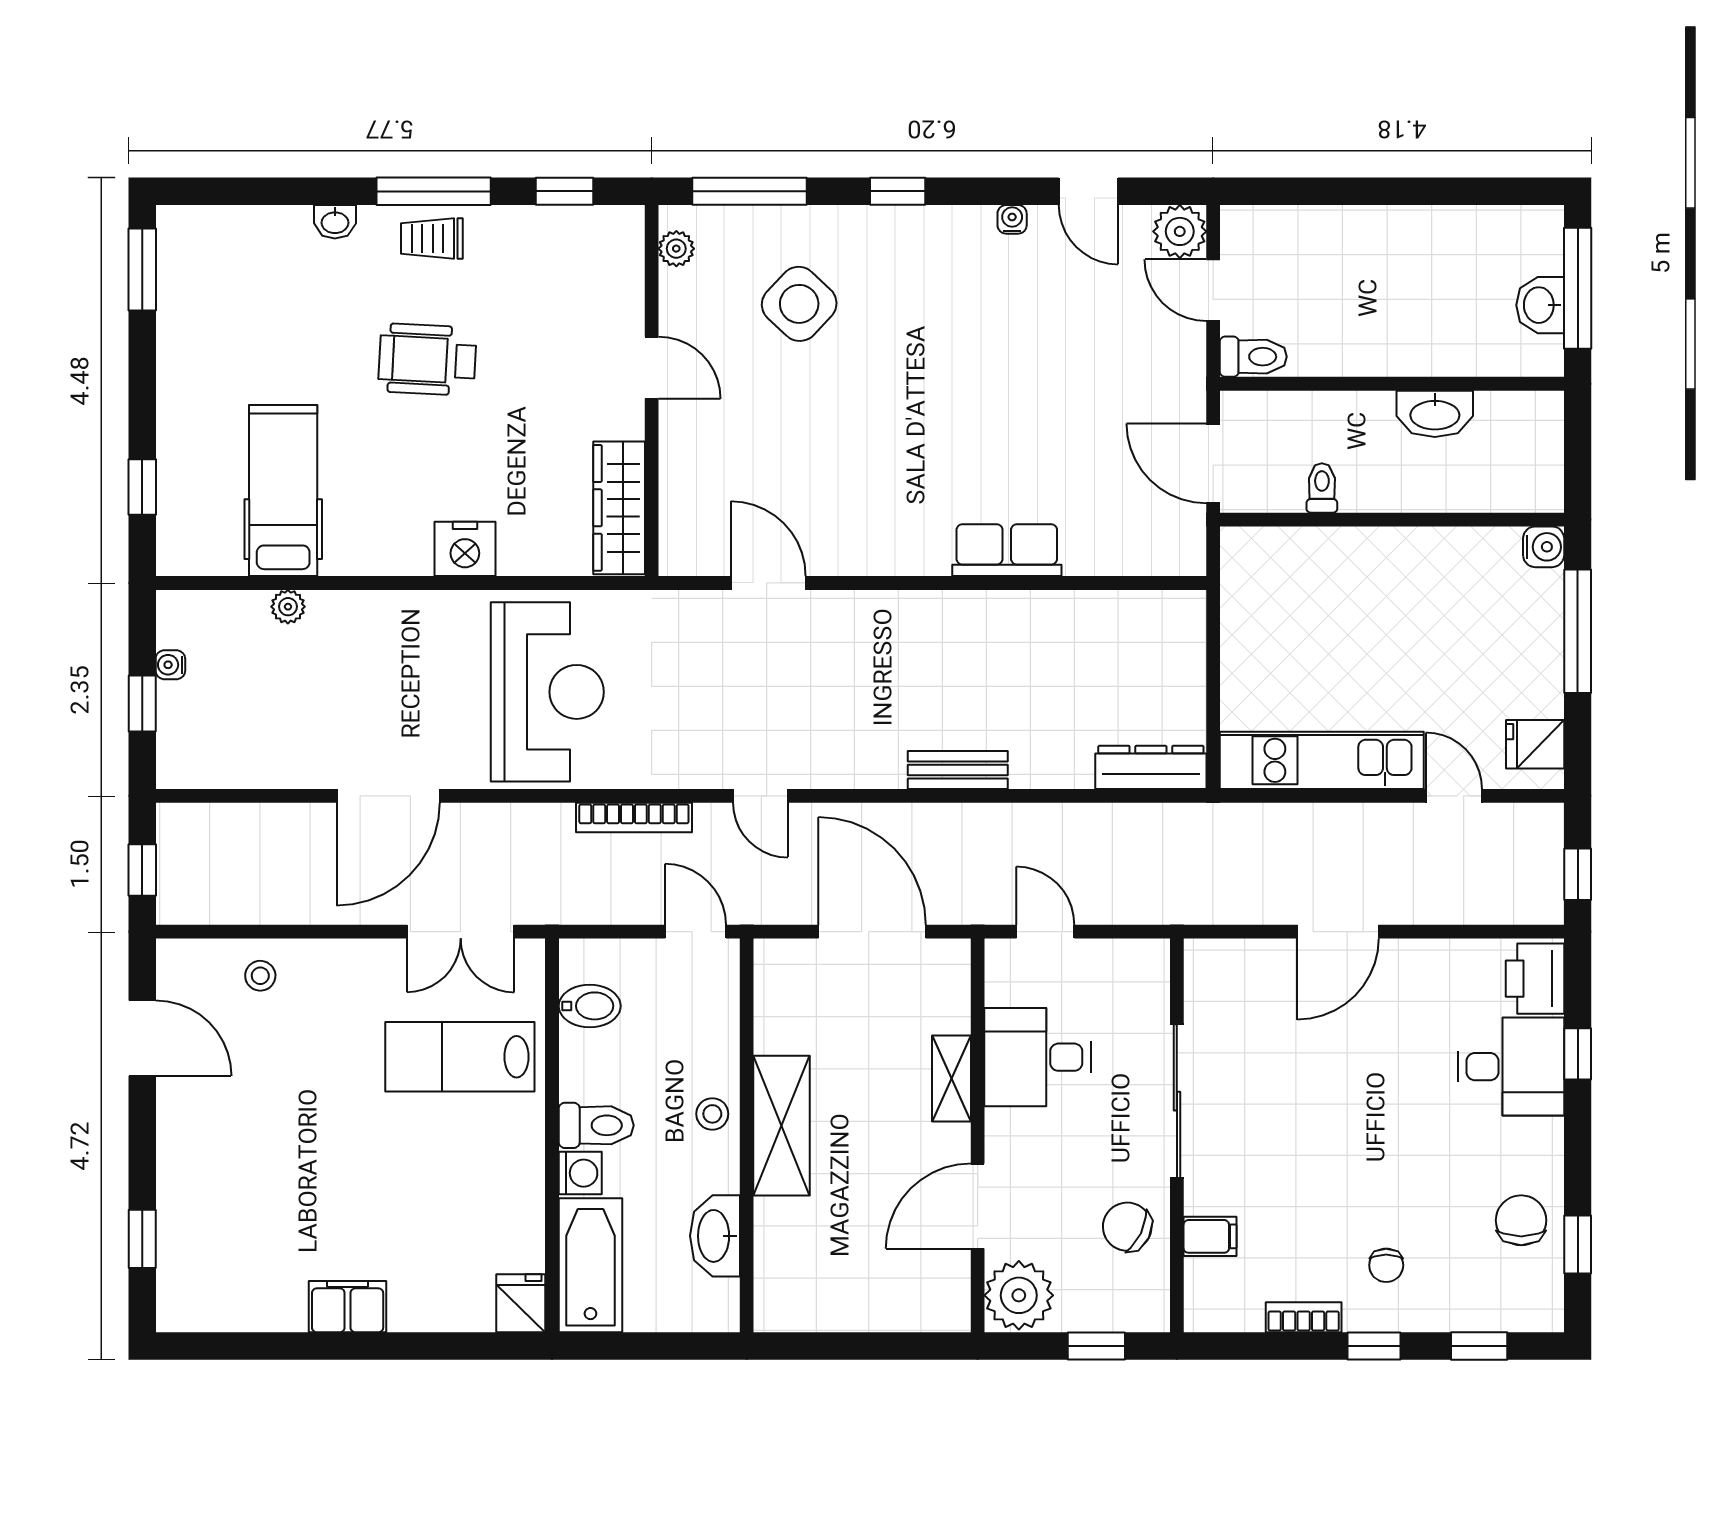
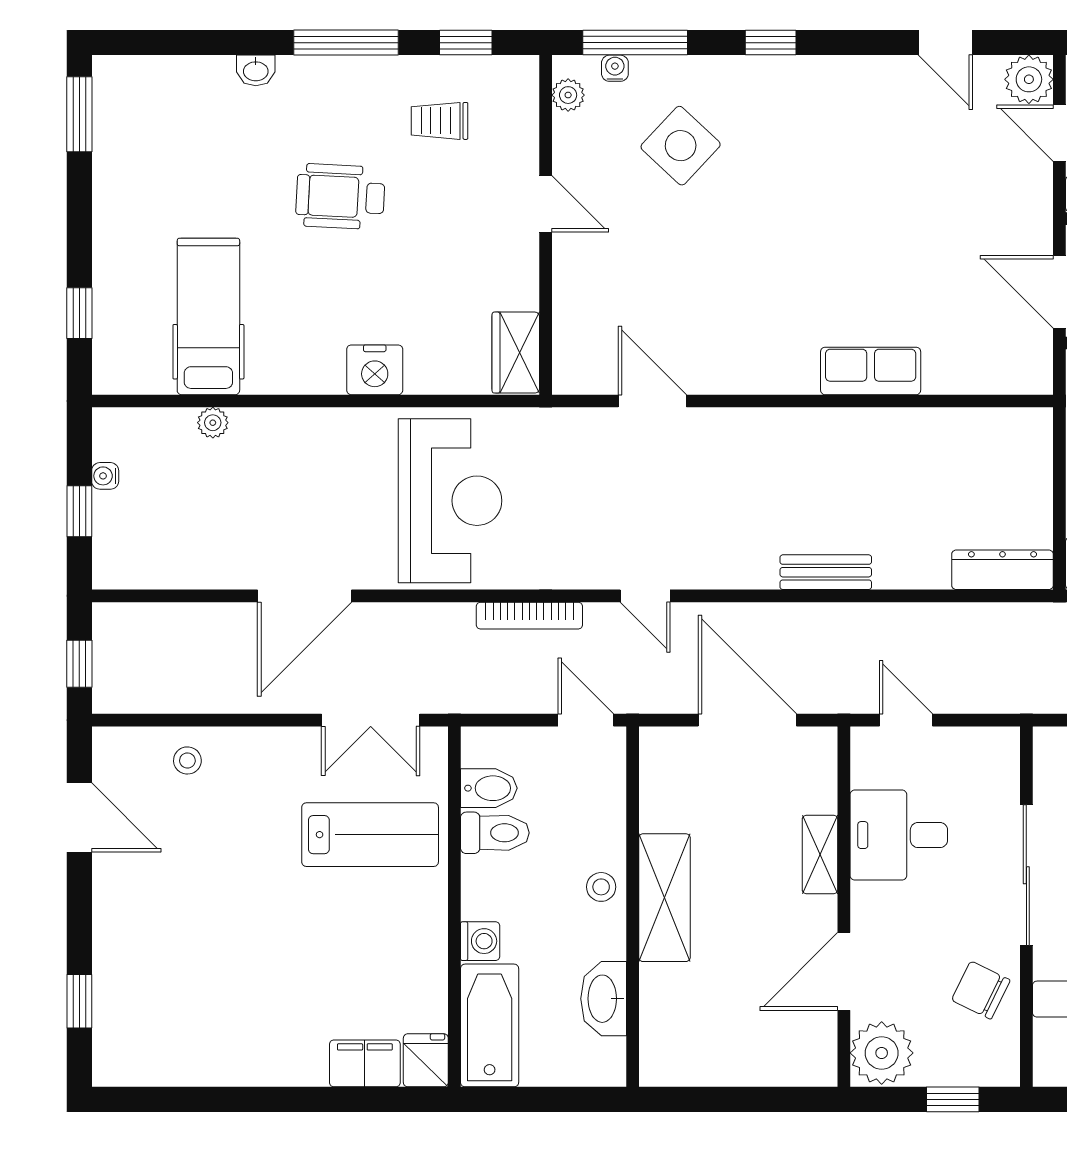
water cooler: (1012, 219) -> (615, 68), moved
trolley: (432, 239) -> (440, 121), moved
wardrobe: (619, 508) -> (516, 353), width x0.67
lab bench: (460, 1057) -> (370, 835), turned 180
toilet: (596, 1125) -> (495, 833), moved
filing cabinet: (348, 1307) -> (365, 1063), moved

